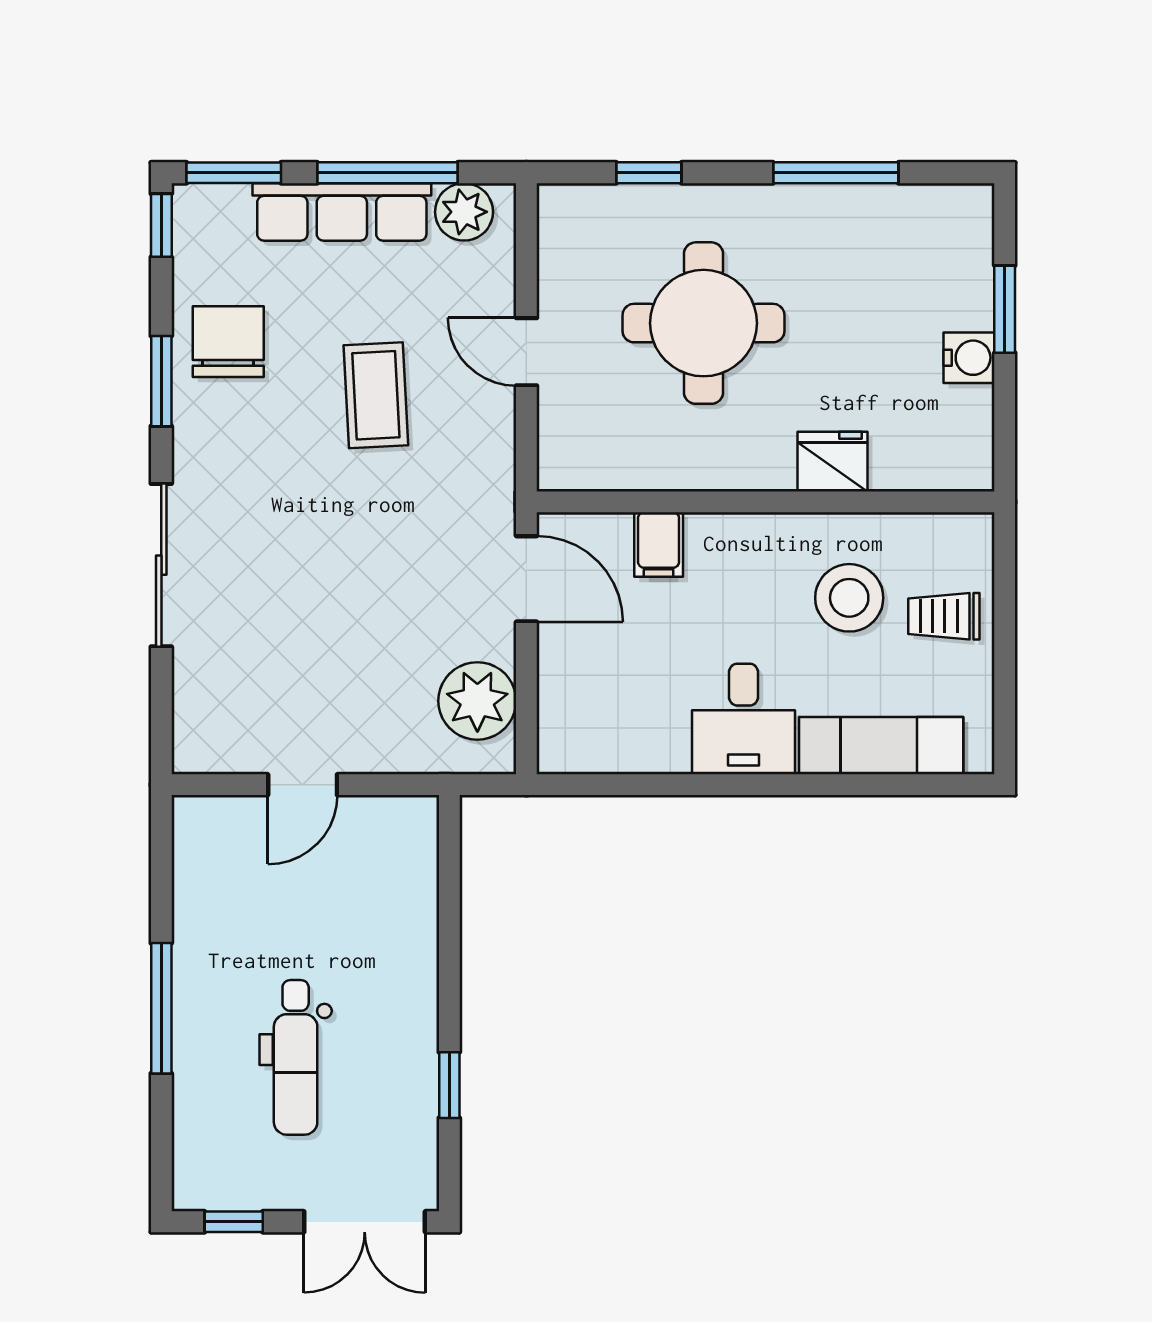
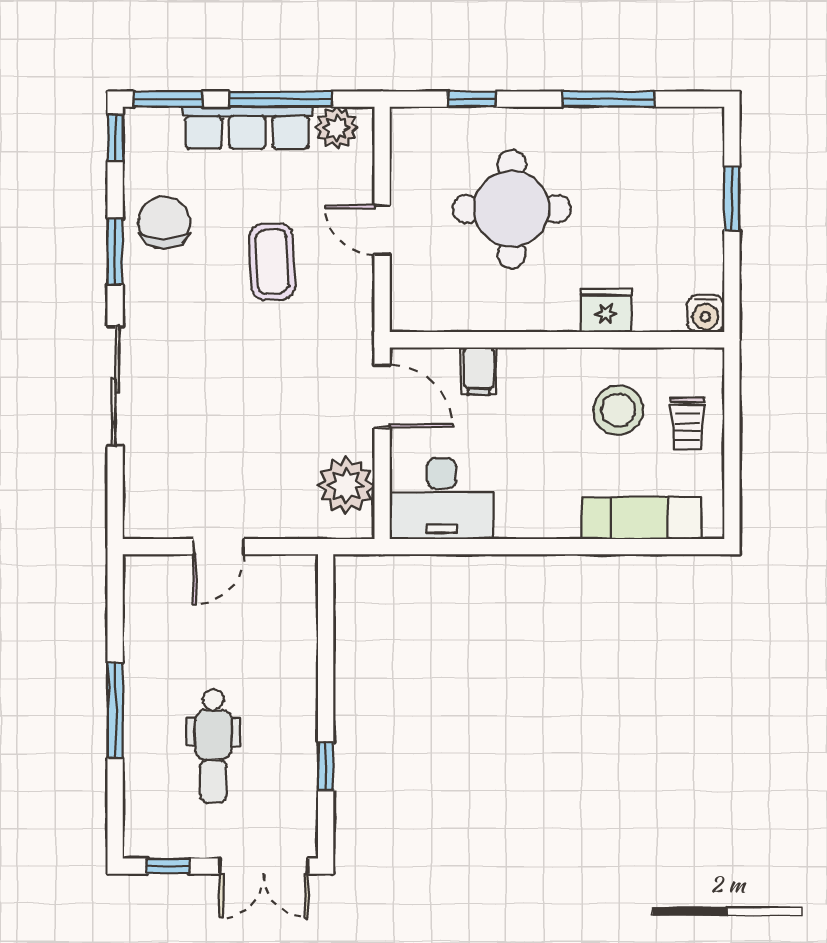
water cooler: (969, 358) -> (706, 314), moved, turned 90
trolley: (944, 616) -> (687, 423), turned -90
desk: (744, 719) -> (442, 499), moved, width x1.37

